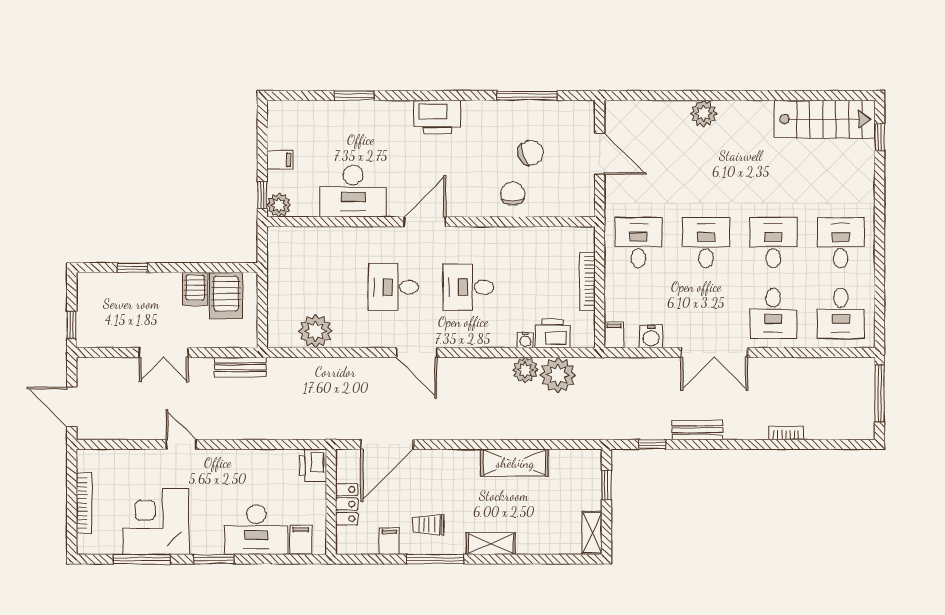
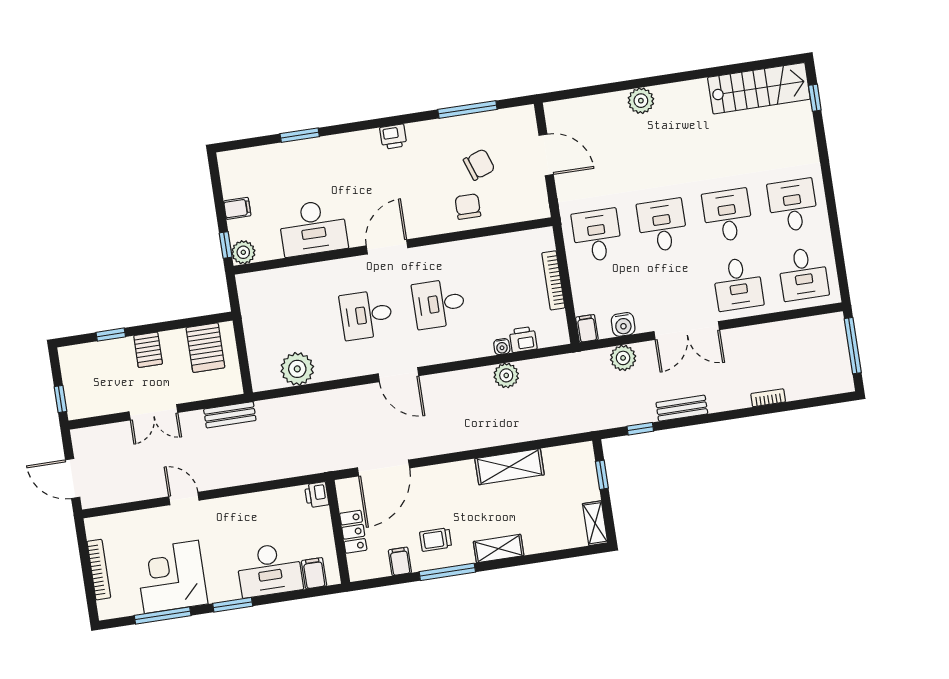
printer: (437, 117) -> (393, 137), width x0.53, depth x0.68
server rack: (195, 289) -> (148, 350), moved
printer: (553, 333) -> (523, 339), width x0.73, depth x0.81
plant: (558, 375) -> (623, 358), moved, width x0.73, depth x0.73
printer: (313, 465) -> (317, 495), width x0.73, depth x0.81

